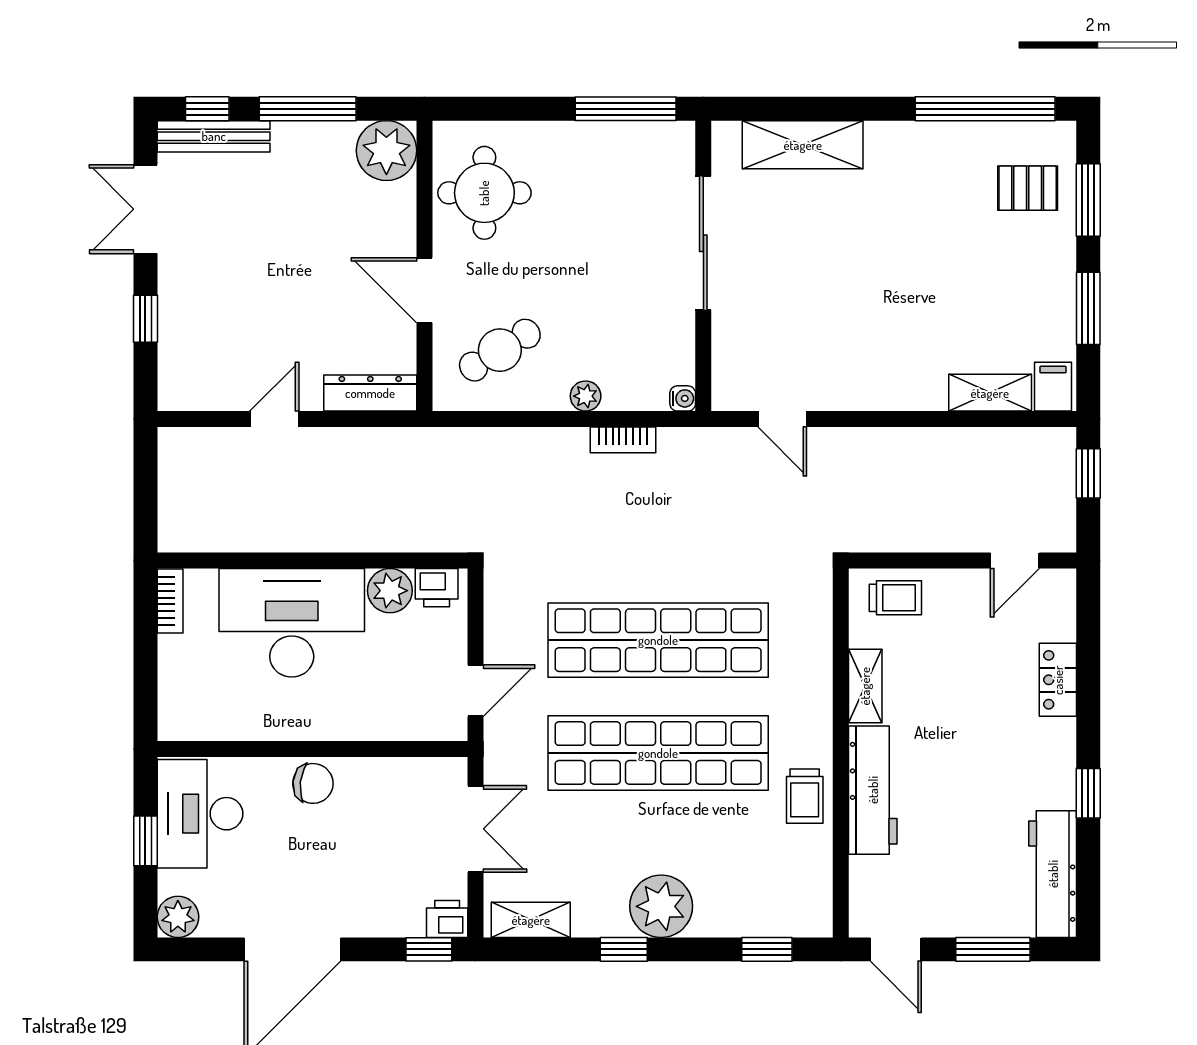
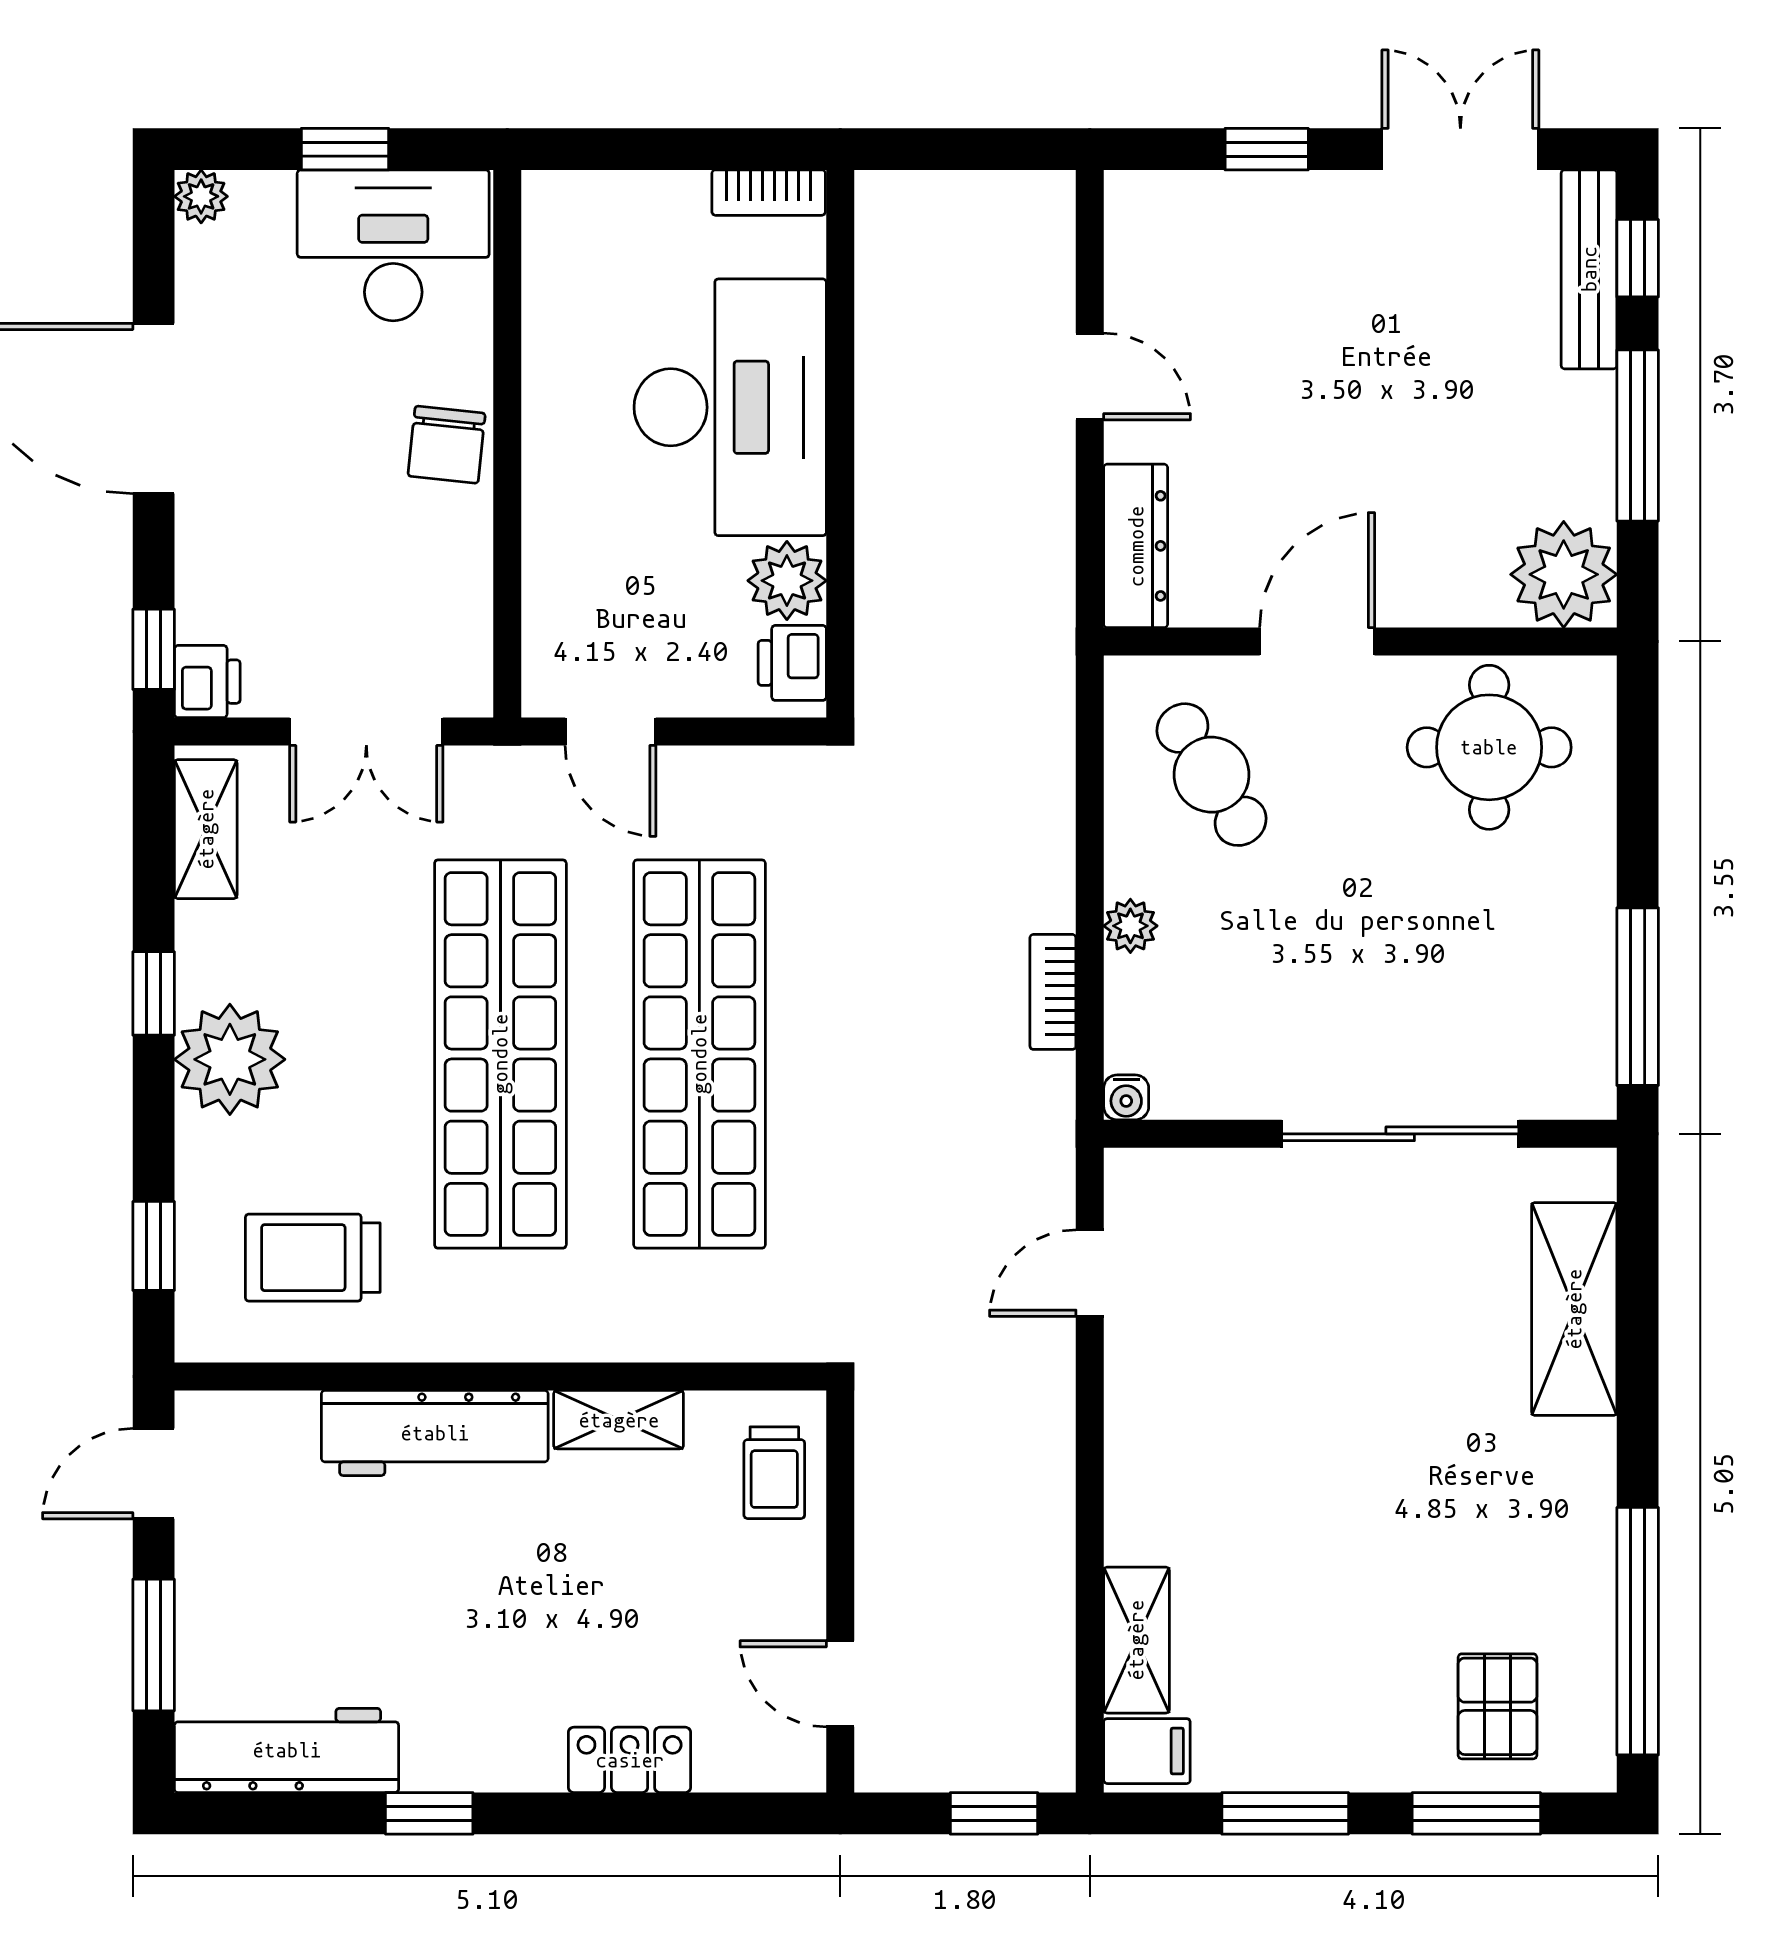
trolley: (805, 796) -> (313, 1258), moved, width x1.36, depth x1.39
plant: (178, 917) -> (201, 196), width x0.73, depth x0.73

